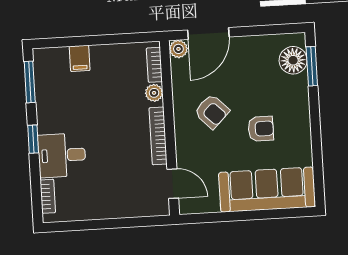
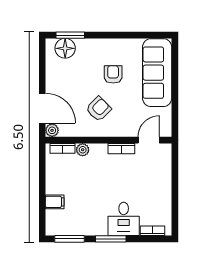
bookcase: (158, 136) -> (121, 149), width x0.64
window: (33, 139) -> (111, 239), width x1.50

